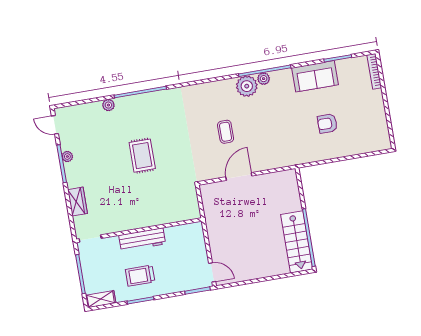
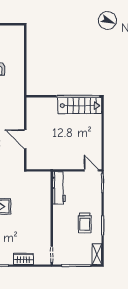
workbench: (142, 240) -> (59, 188), moved
door: (212, 272) -> (91, 170), hinge flipped

